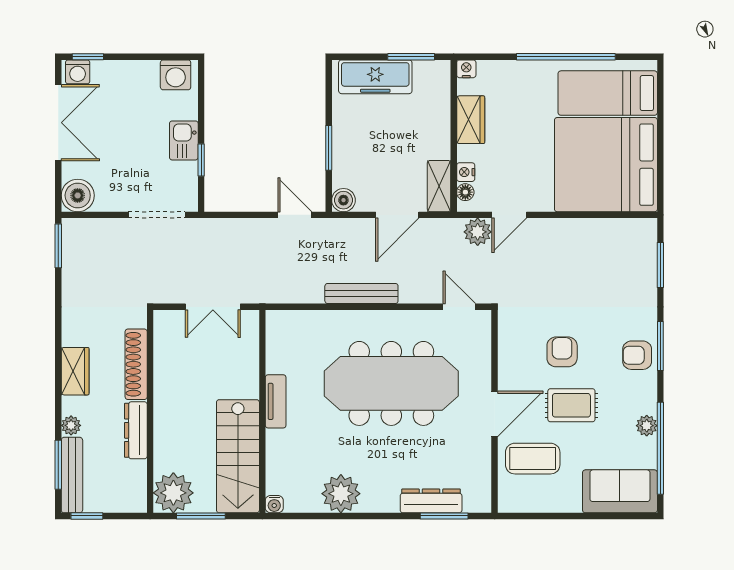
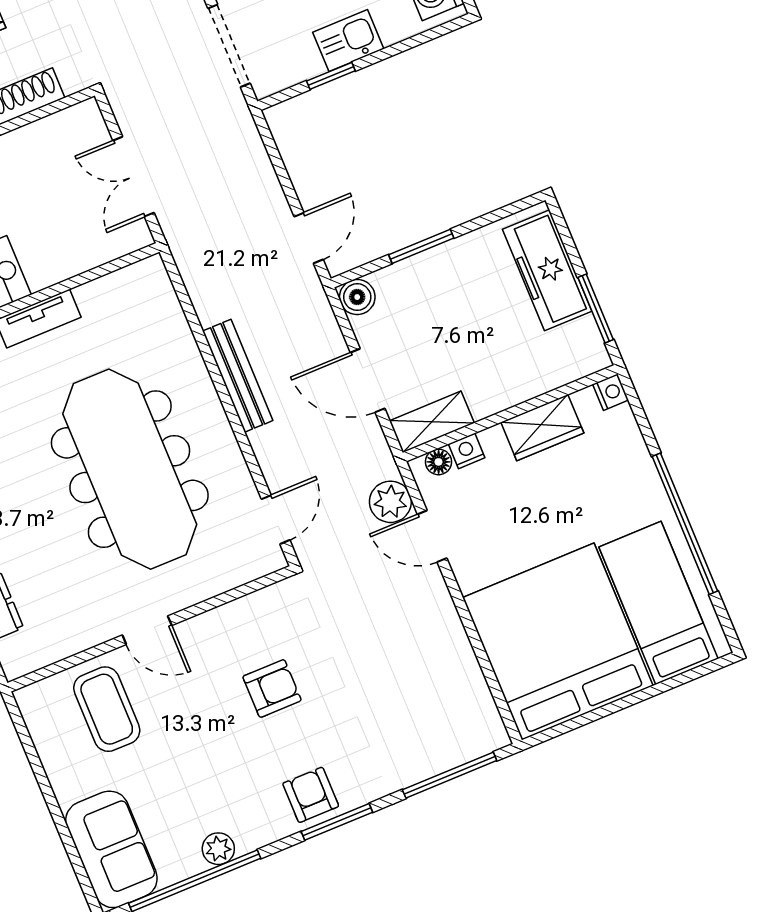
window: (660, 265) -> (450, 775), width x1.44
rug: (571, 405) -> (203, 732), removed
door: (495, 414) -> (147, 630), width x0.73

